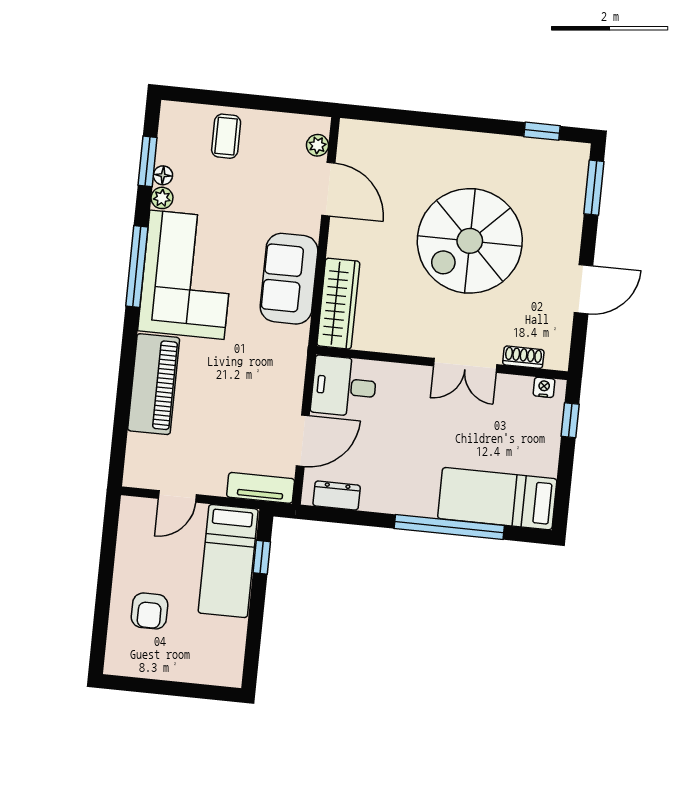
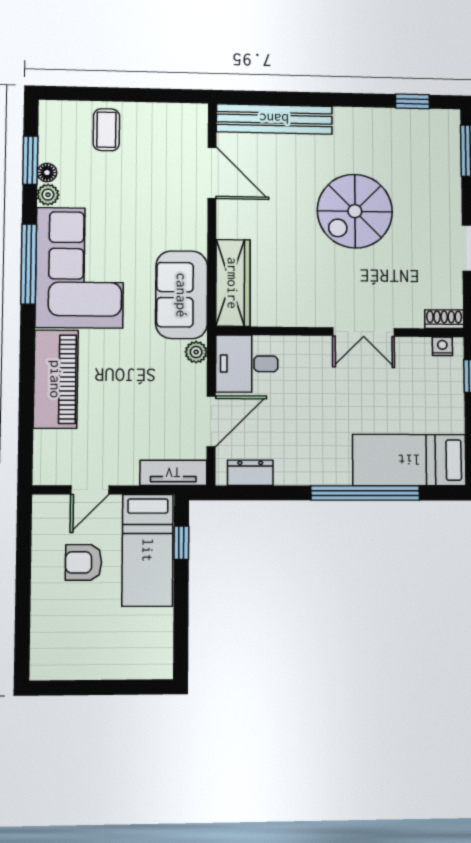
bench: (397, 139) -> (274, 119), added
plant: (317, 145) -> (196, 352), moved
spiral stairs: (470, 241) -> (355, 211), width x0.73, depth x0.73
sofa: (289, 279) -> (182, 295), moved
shoe rack: (523, 357) -> (444, 319), moved
armchair: (149, 611) -> (84, 562), moved, turned 90

